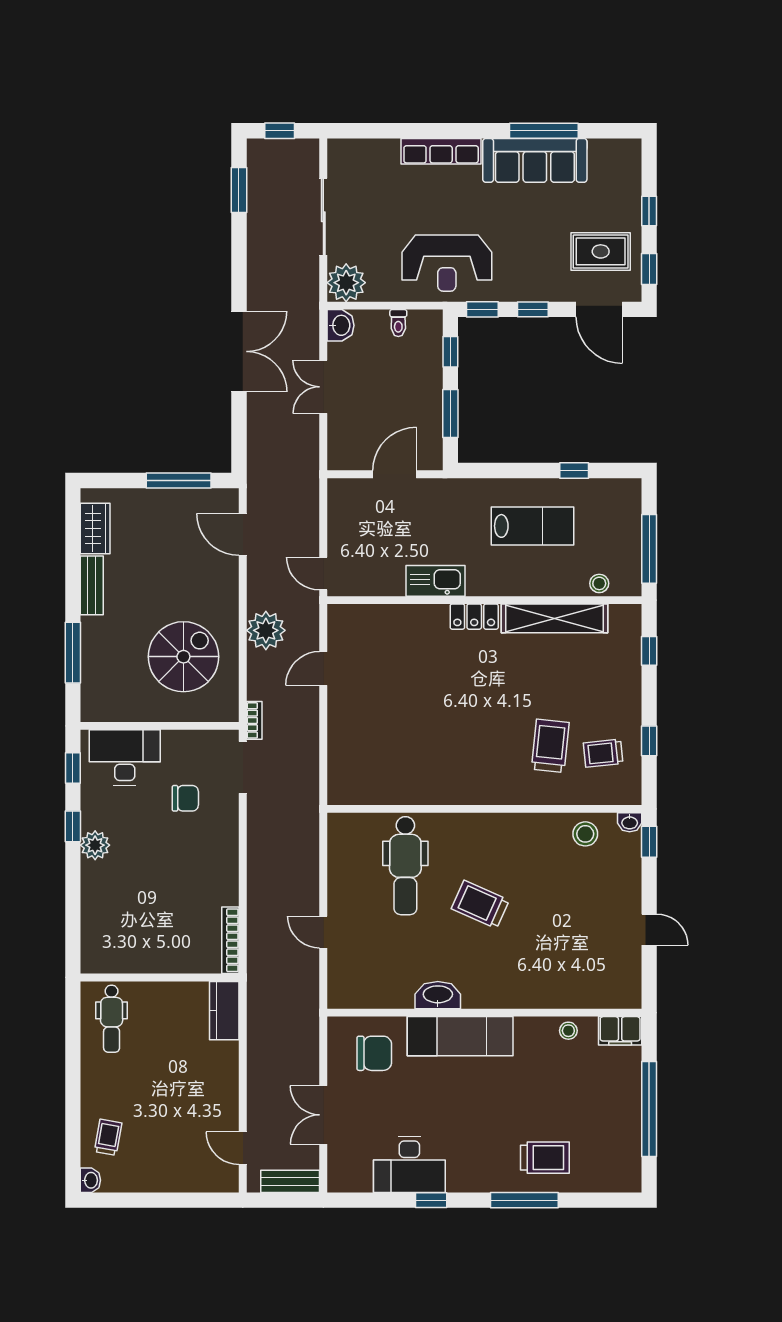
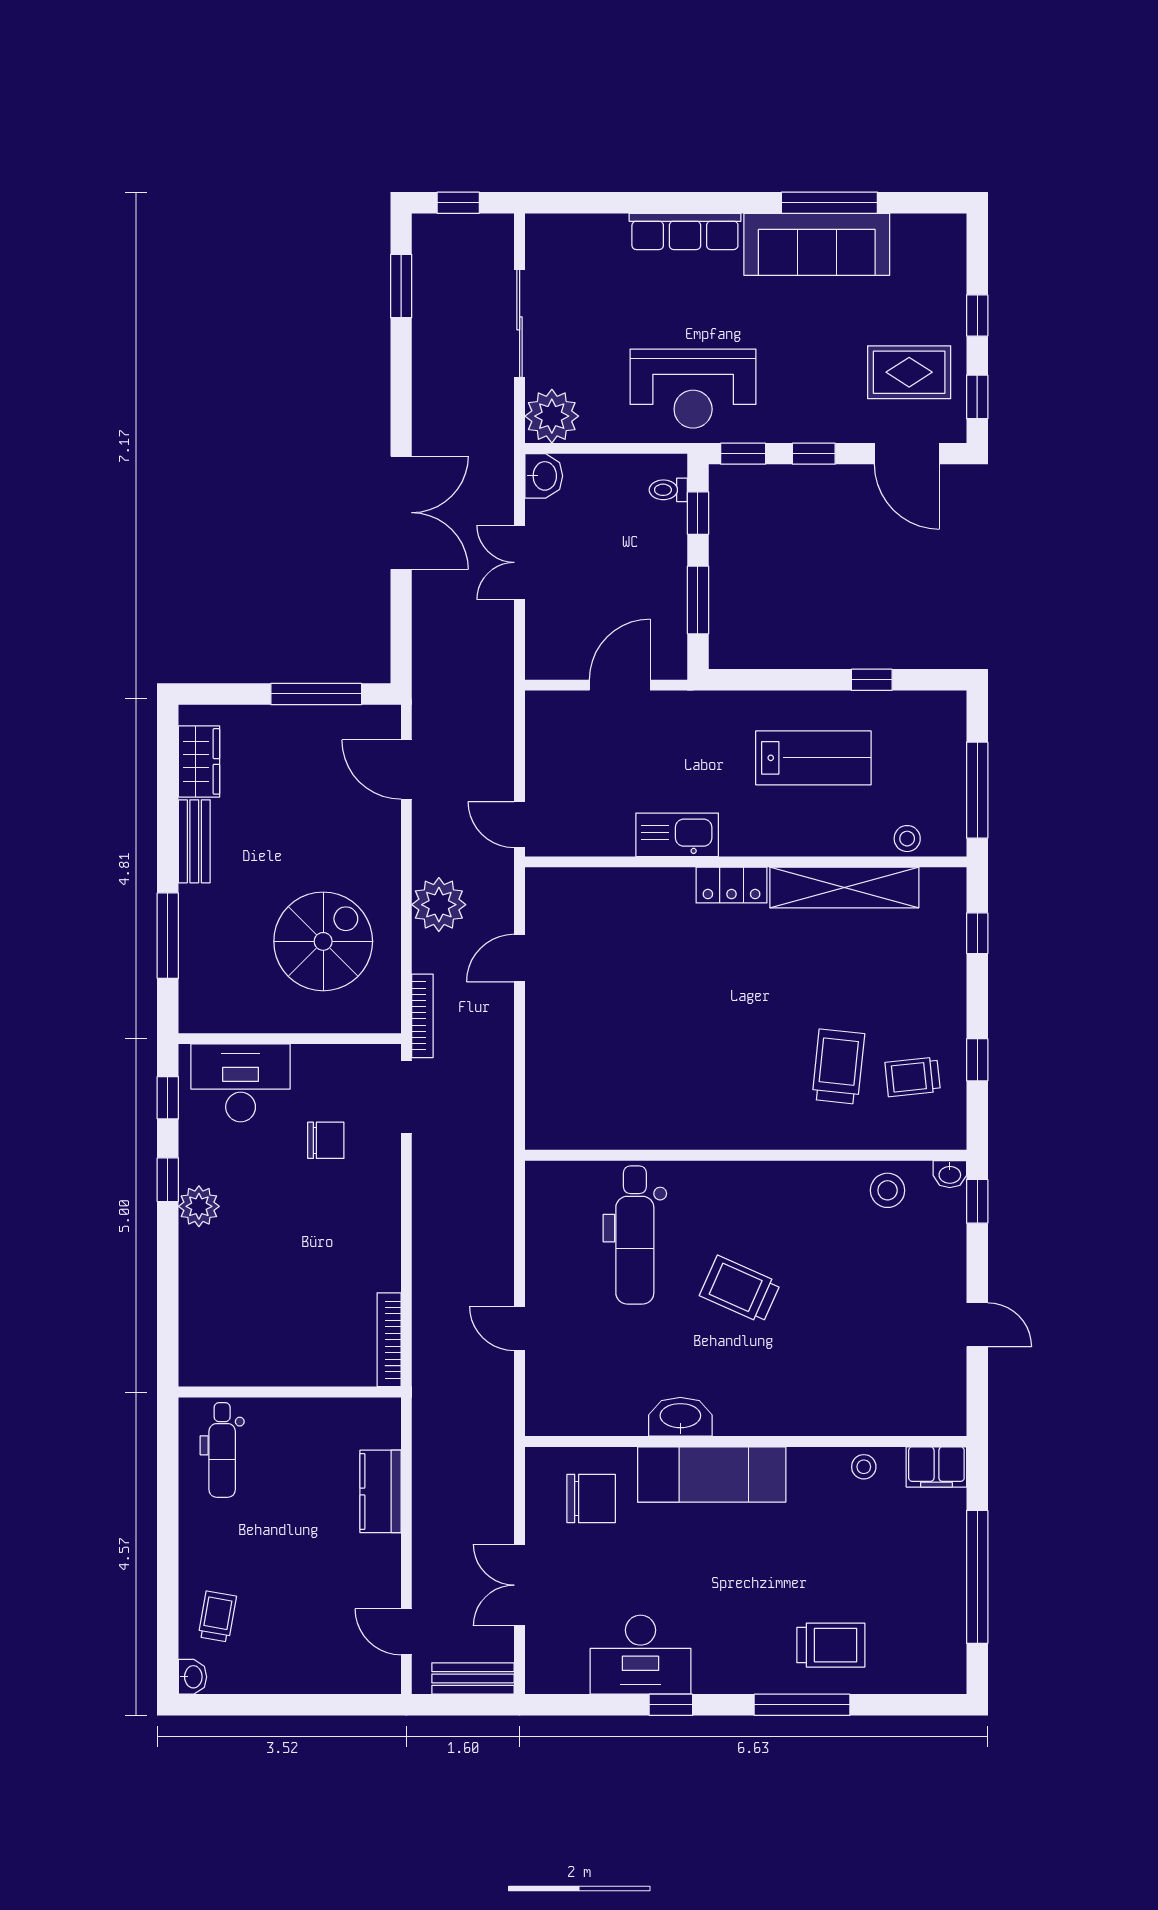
toilet: (398, 323) -> (668, 490), moved, turned 90
bookcase: (254, 720) -> (422, 1016), width x1.56
kitchen counter: (224, 1011) -> (380, 1491), moved

